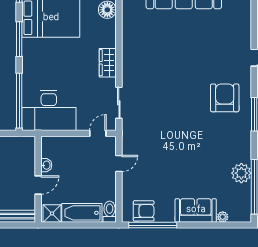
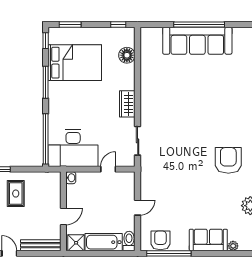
armchair: (225, 98) -> (228, 160), moved
door: (98, 133) -> (108, 169), moved
door: (119, 163) -> (138, 208), moved
washbasin: (46, 165) -> (71, 178), moved
armchair: (144, 211) -> (160, 240), turned -90

